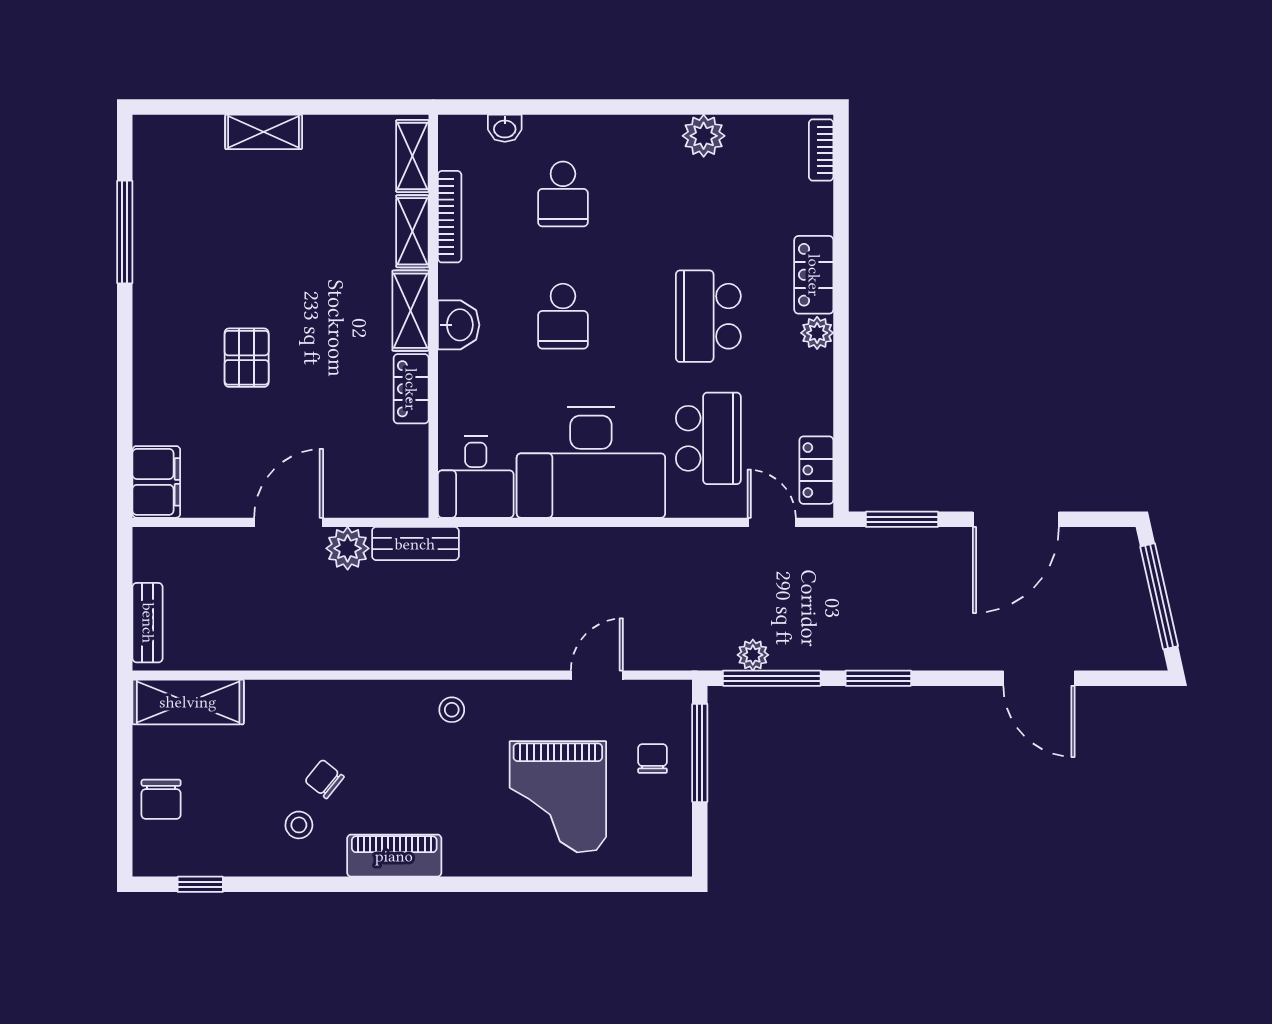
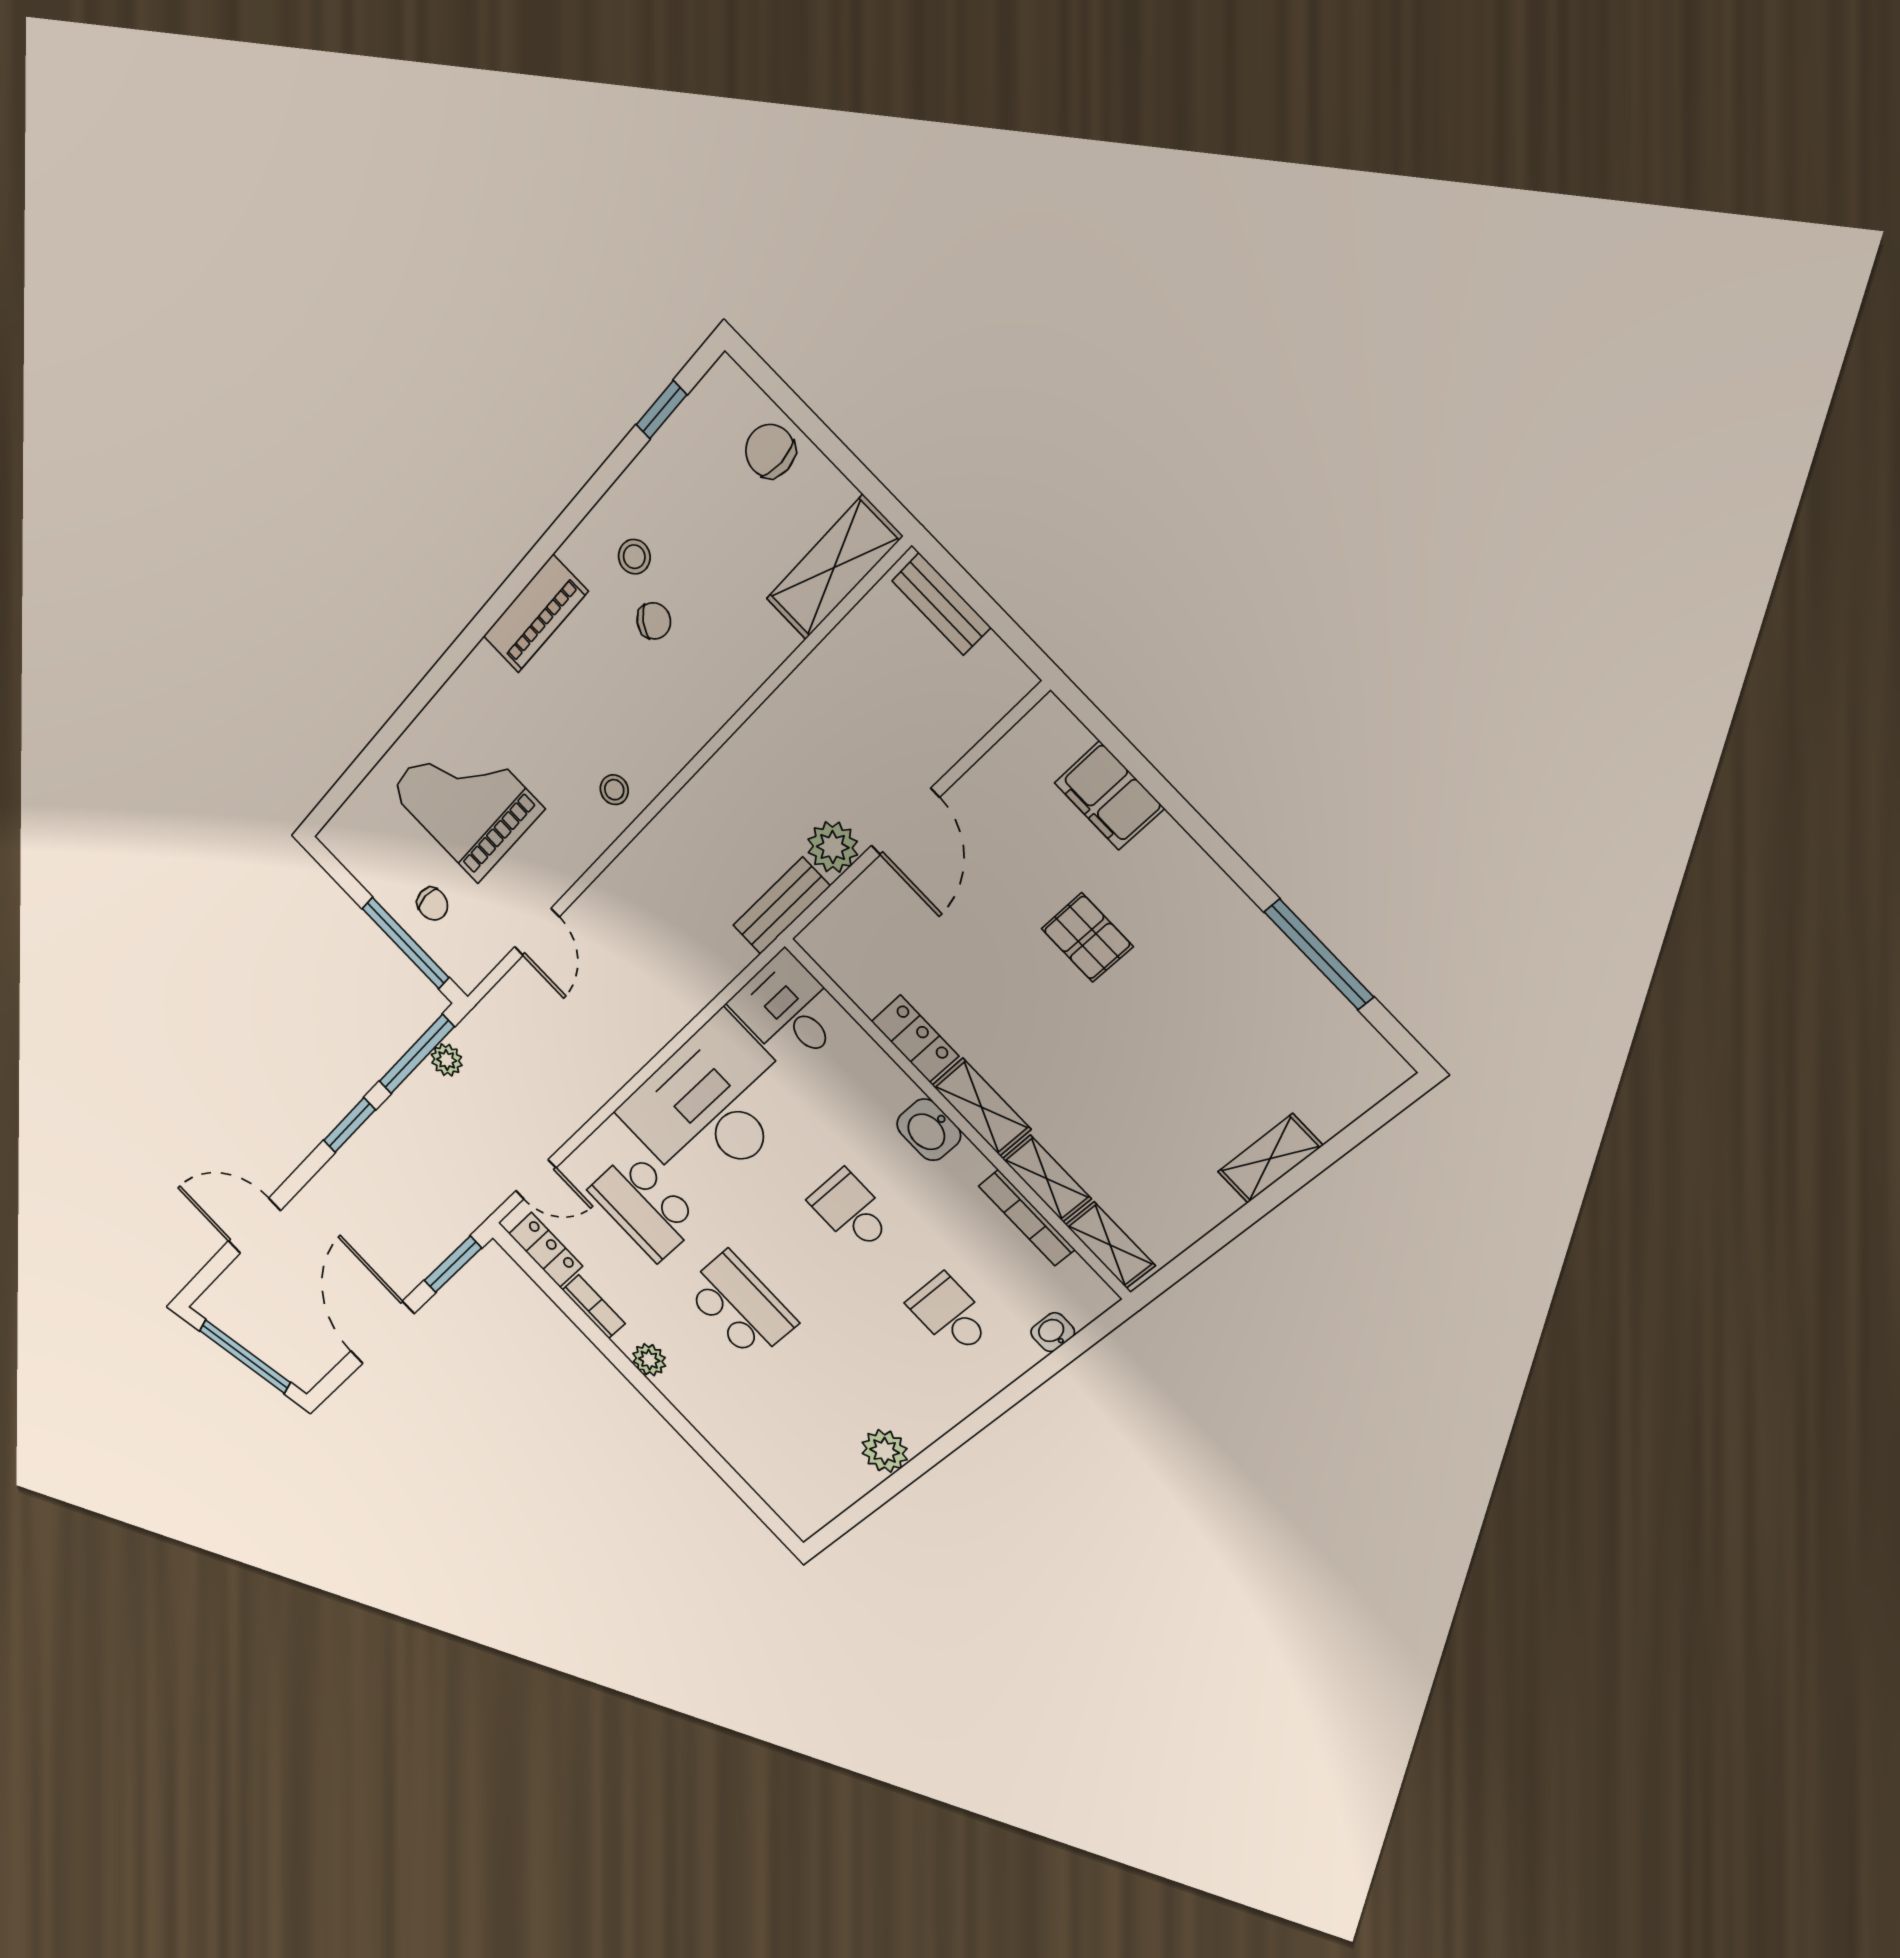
bookcase: (821, 150) -> (594, 1307), moved
locker: (814, 275) -> (696, 1404), removed
filing cabinet: (156, 482) -> (1109, 796), moved

